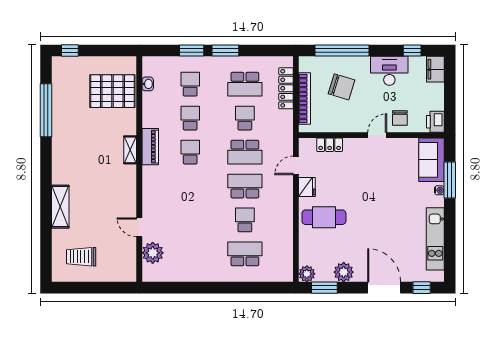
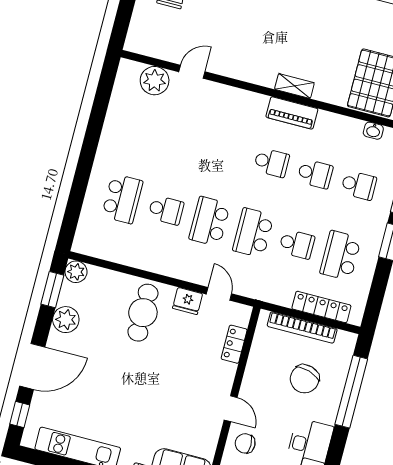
school desk: (245, 186) -> (210, 221), turned 180

